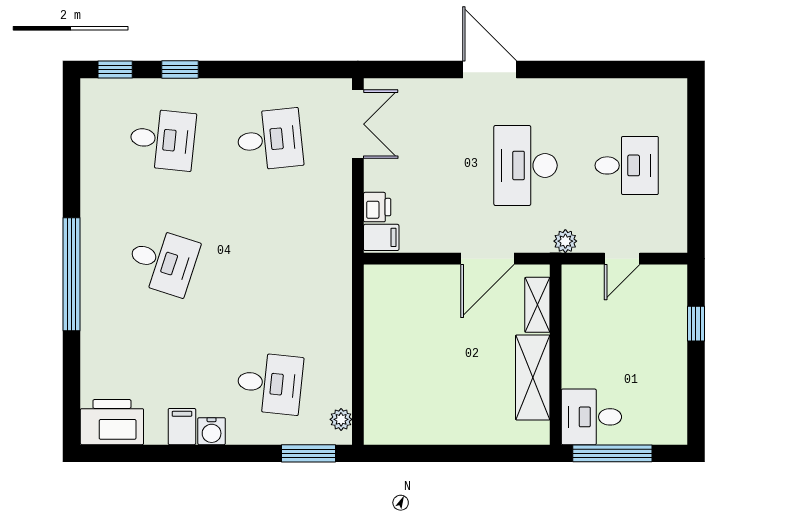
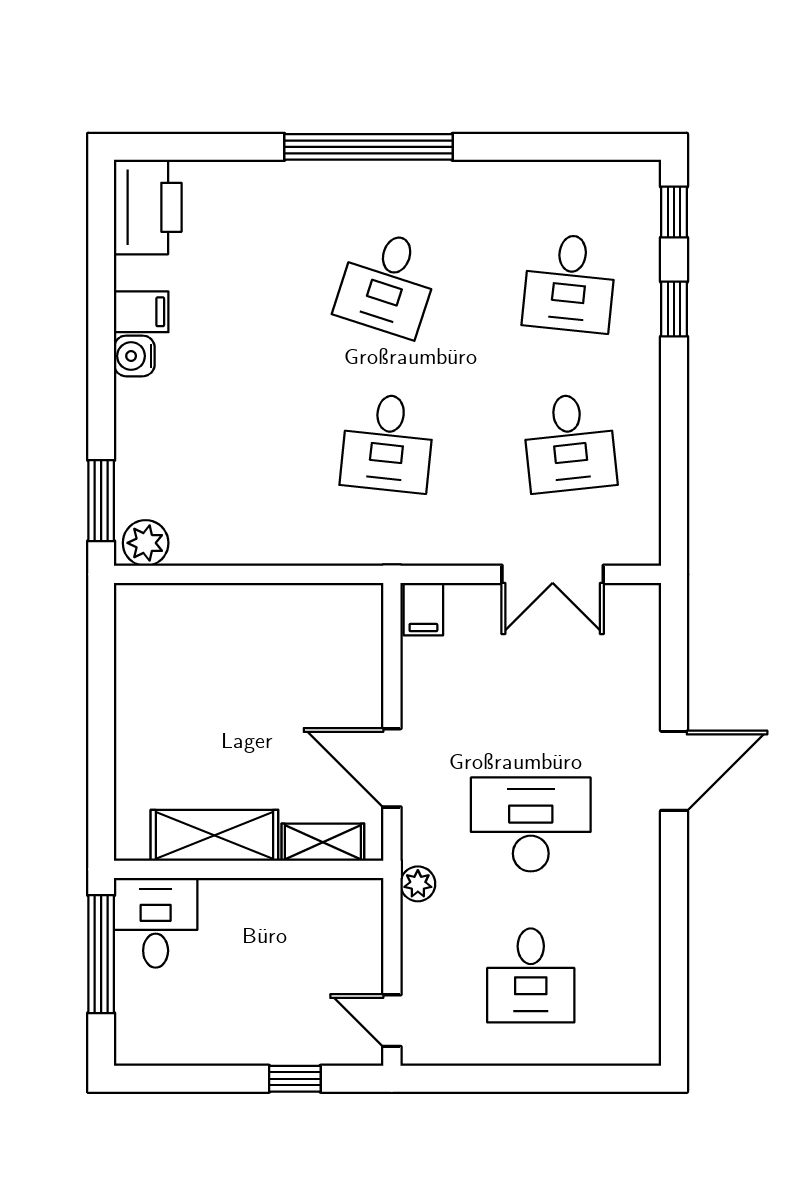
double door: (358, 124) -> (553, 574), moved
printer: (377, 207) -> (469, 603), removed
door: (622, 259) -> (392, 1021), moved
desk: (270, 383) -> (388, 443), moved
plant: (341, 419) -> (146, 543), width x1.38, depth x1.38

